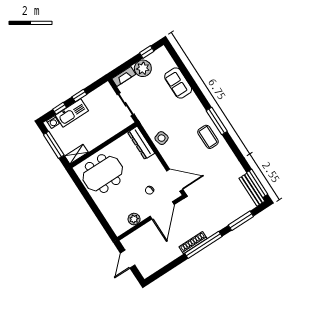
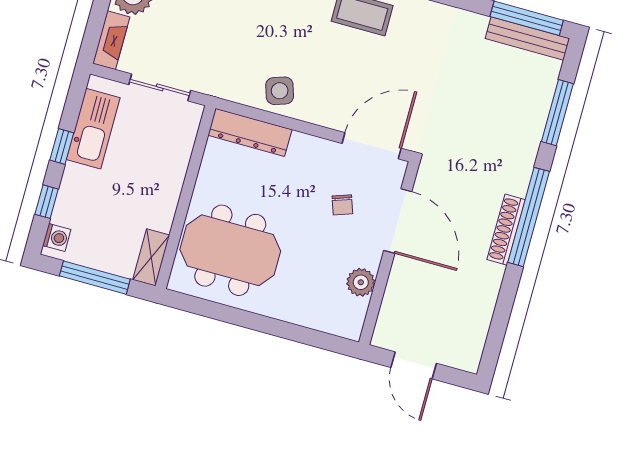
kitchen sink: (72, 113) -> (93, 129), moved
meeting table: (103, 174) -> (230, 250), turned 90

